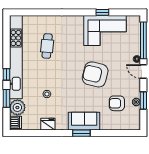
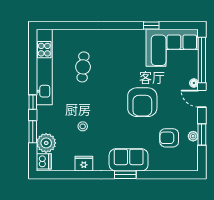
corner sofa: (105, 30) -> (172, 48), moved
kitchen unit: (16, 57) -> (44, 67), width x0.73
armchair: (95, 74) -> (142, 102), turned -104

